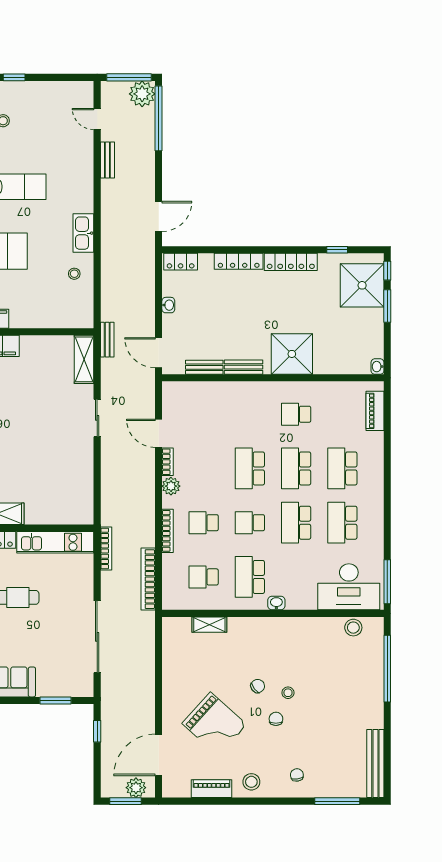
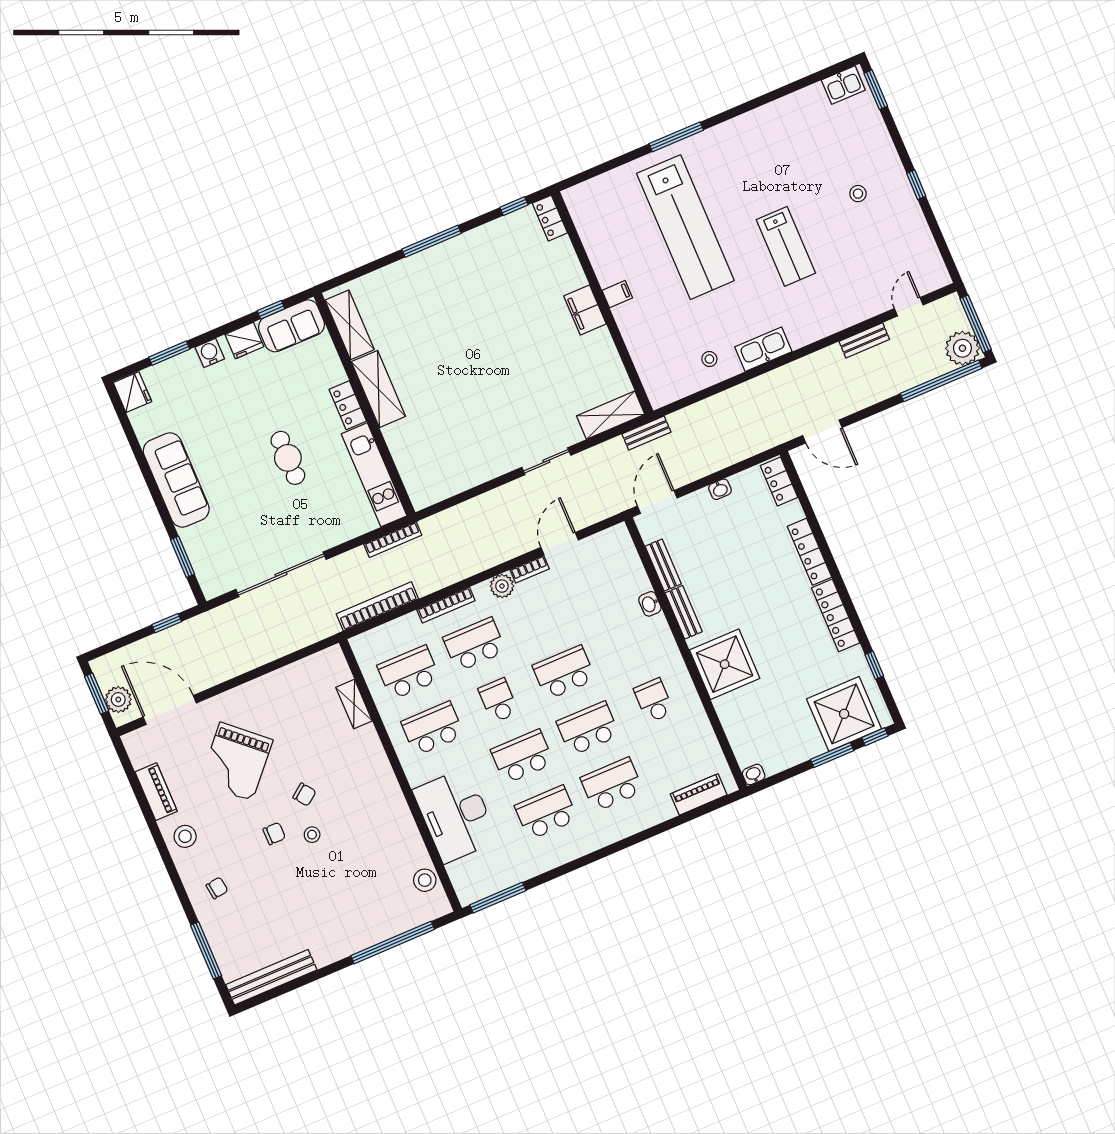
school desk: (204, 523) -> (474, 644), width x1.85
school desk: (204, 577) -> (409, 672), width x1.85
desk: (349, 587) -> (455, 815), moved
washbasin: (276, 603) -> (650, 604), moved, turned 180

